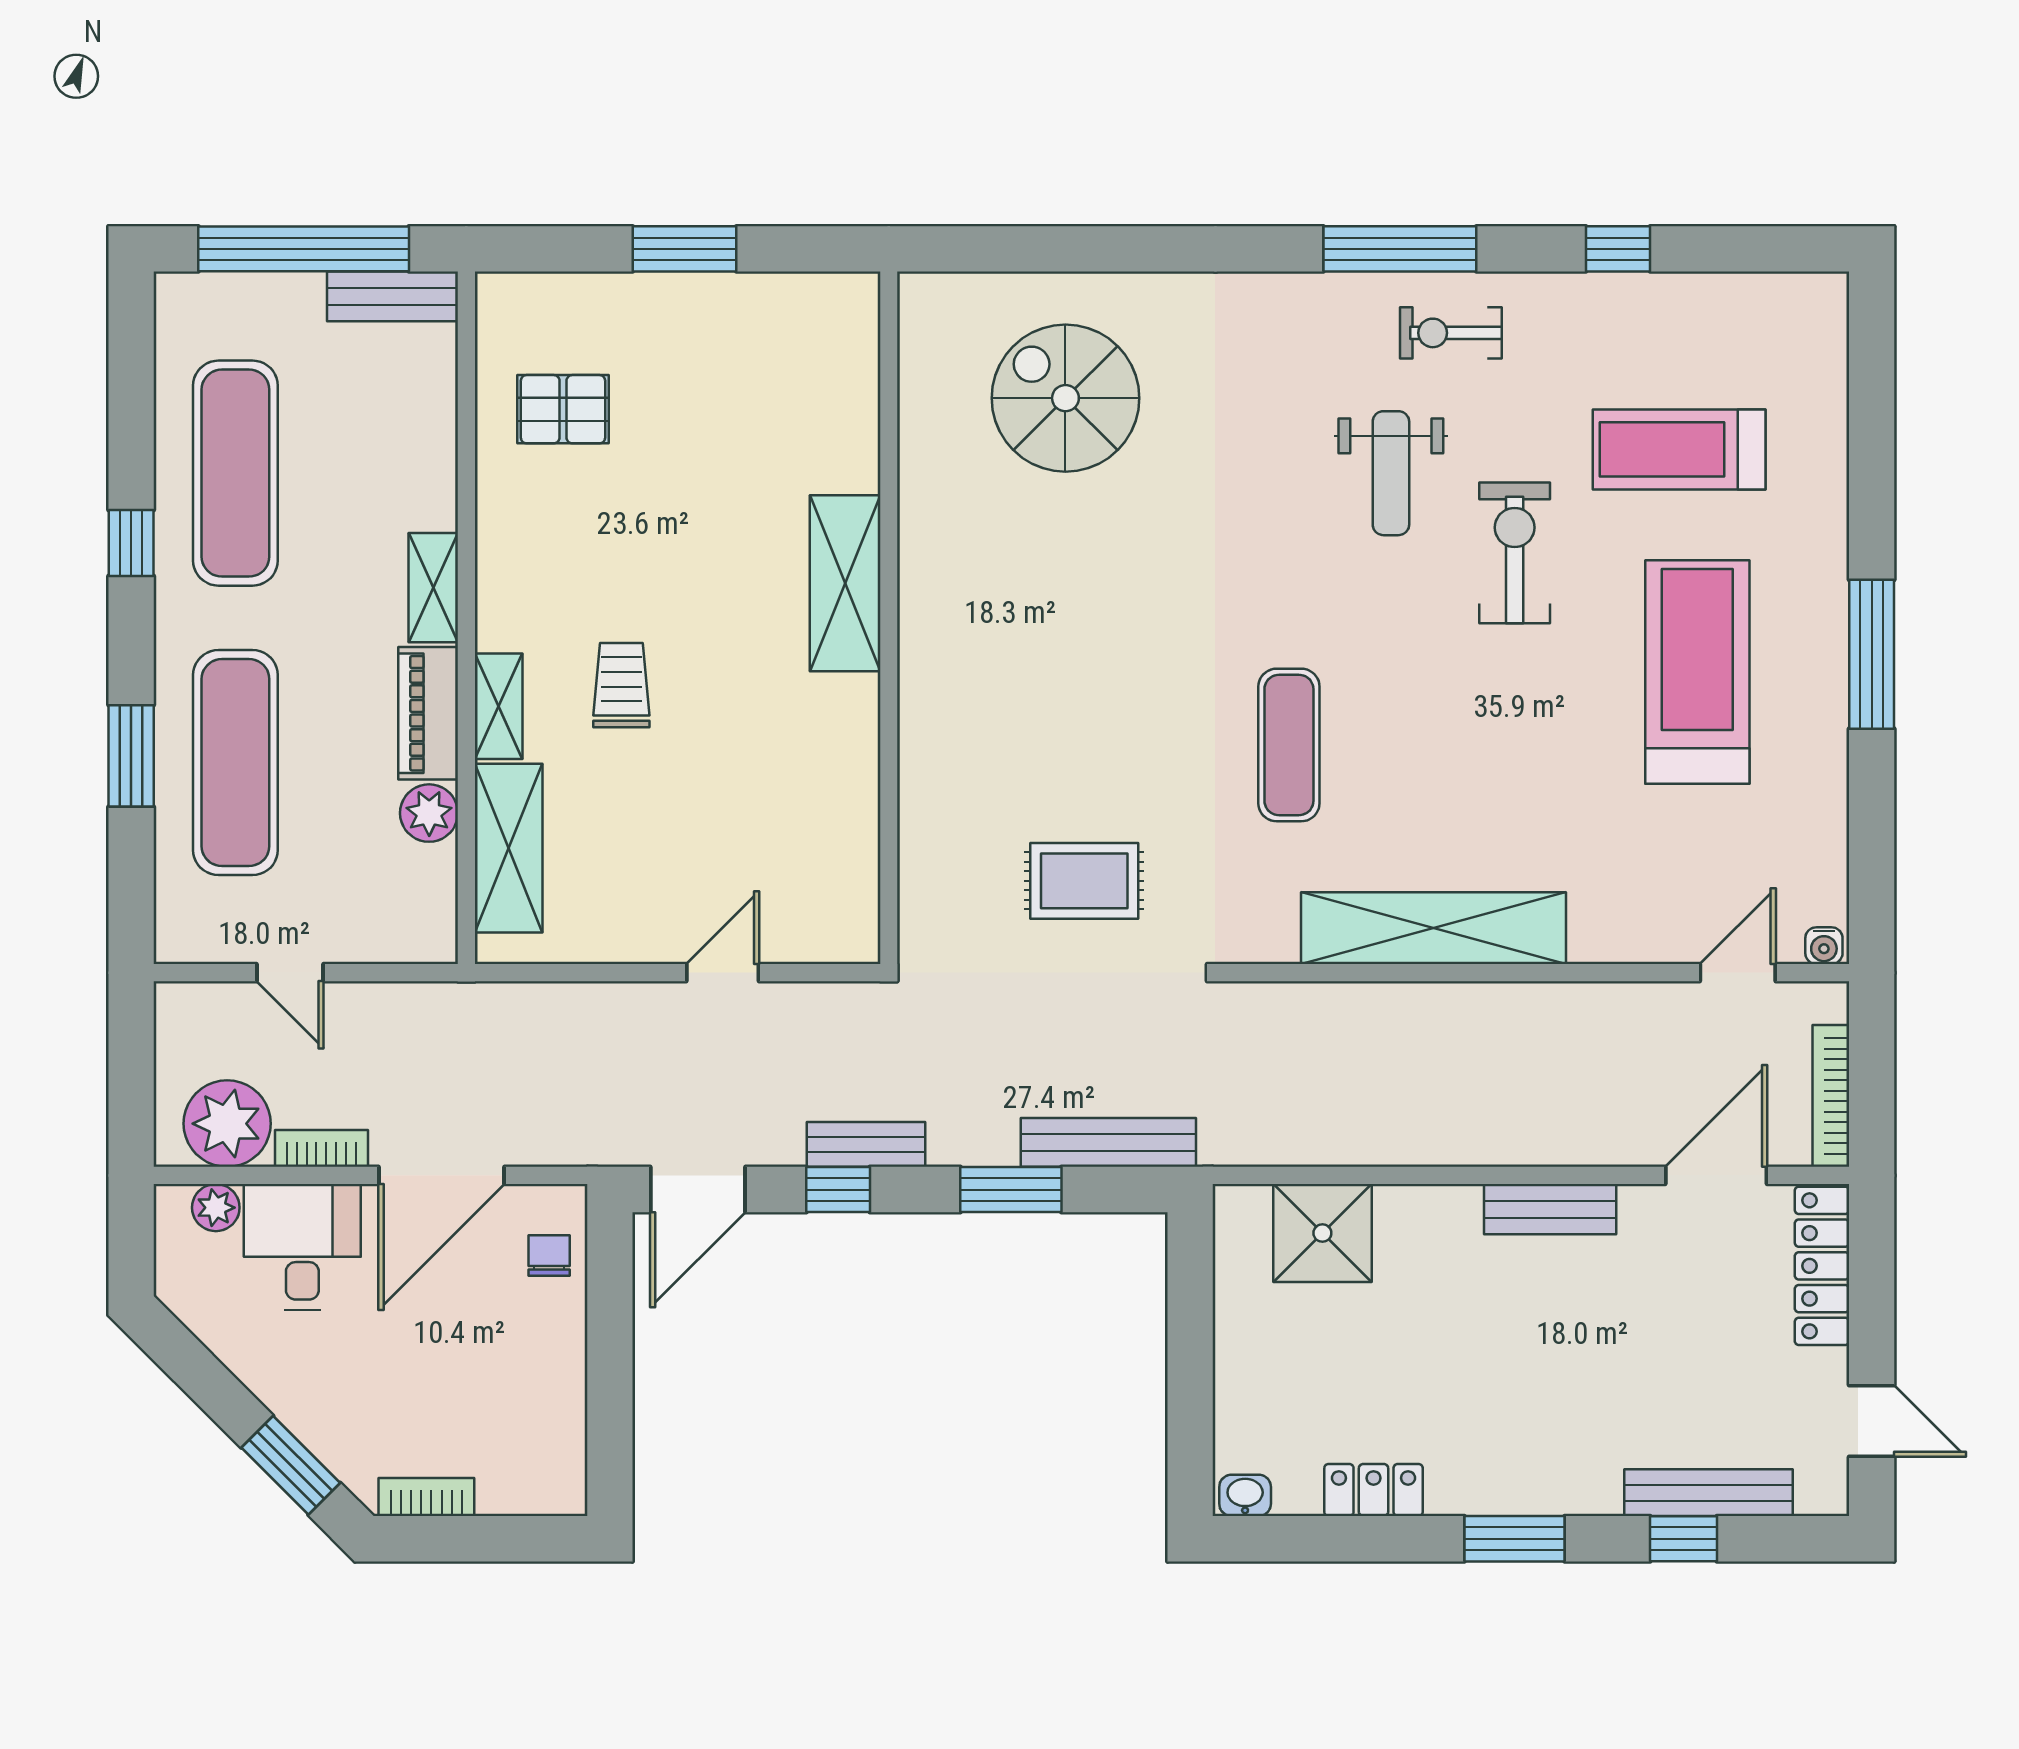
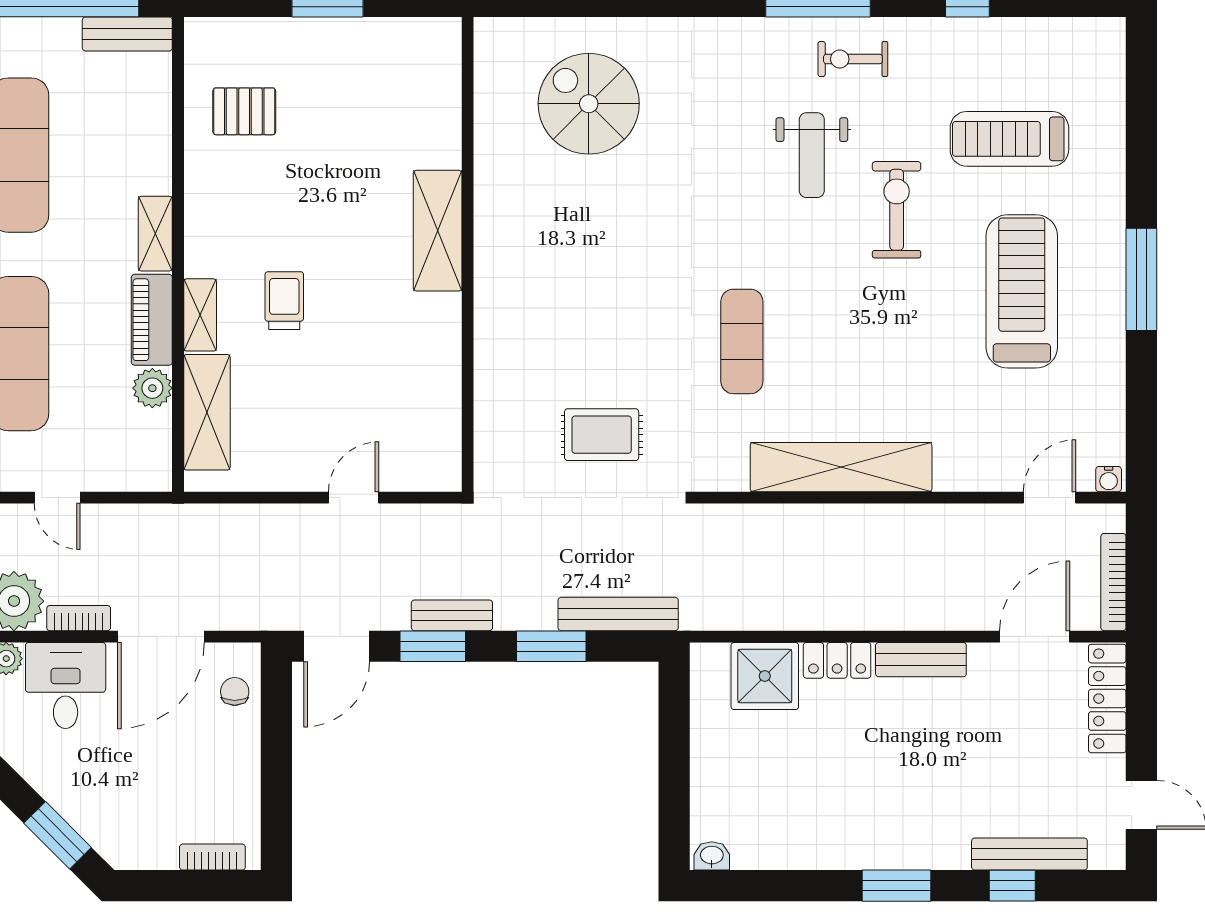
window: (838, 1190) -> (433, 646), width x1.50
locker: (1374, 1490) -> (837, 660), moved, turned 180
bookcase: (426, 1497) -> (212, 857), moved

